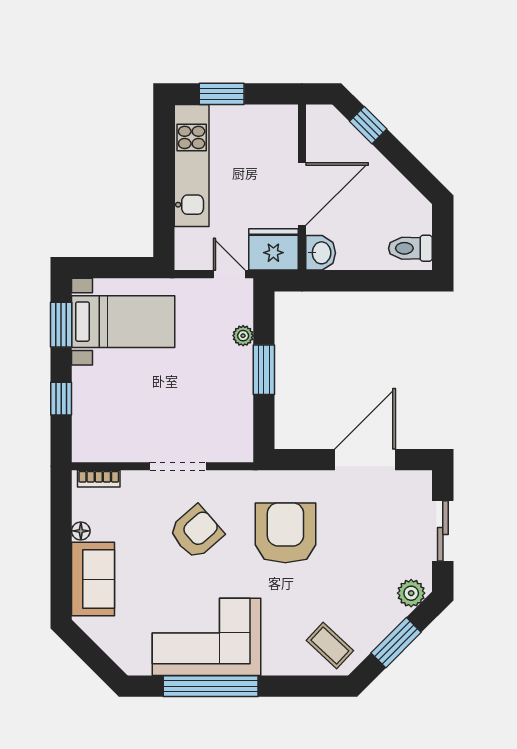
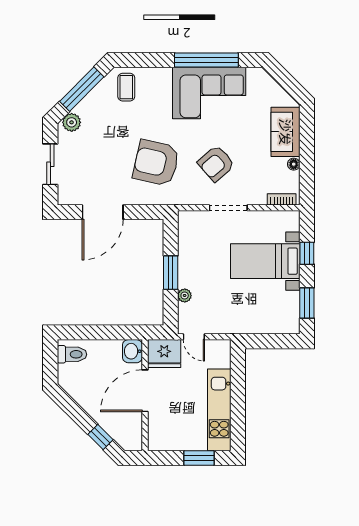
bed with nightstands: (123, 322) -> (265, 261), moved
armchair: (285, 533) -> (156, 163), turned 103
window: (396, 643) -> (82, 89), width x1.44
coffee table: (330, 645) -> (126, 87), turned 47

